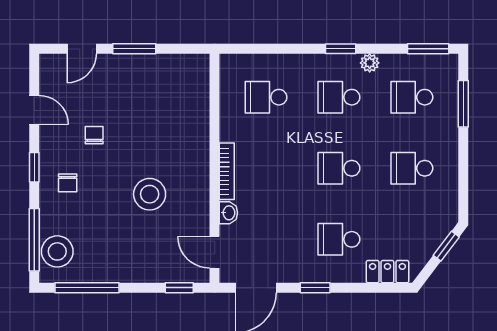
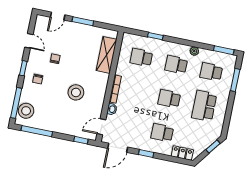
window: (341, 49) -> (155, 36), moved
shelving: (195, 107) -> (107, 55), added
school desk: (412, 168) -> (204, 106), width x1.85
door: (215, 252) -> (101, 127), hinge flipped

